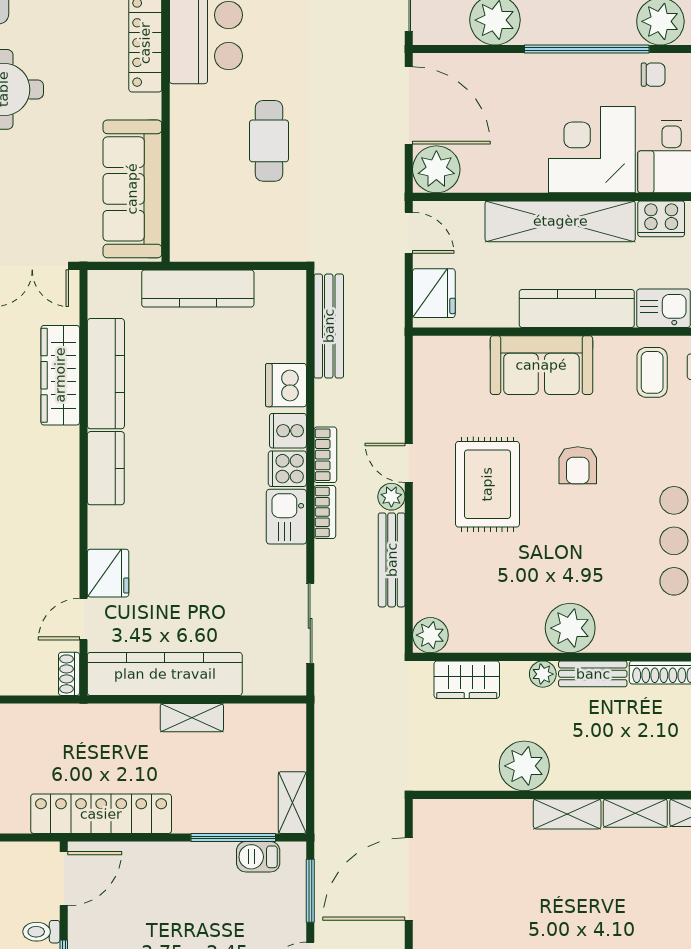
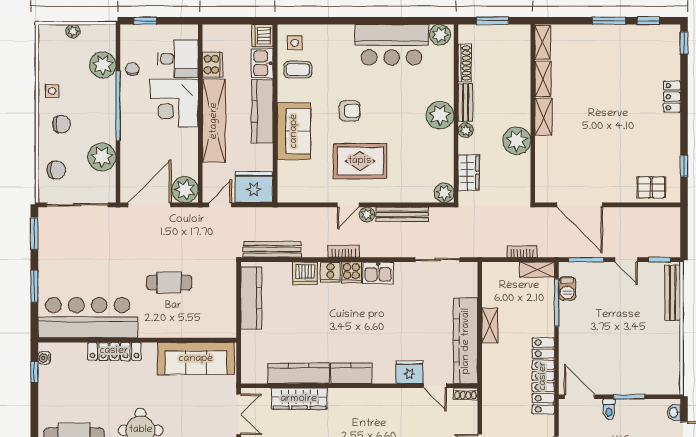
kitchen counter: (198, 288) -> (251, 298), moved
fridge: (434, 293) -> (254, 187), width x1.36, depth x1.34
bookcase: (325, 512) -> (522, 252), moved

